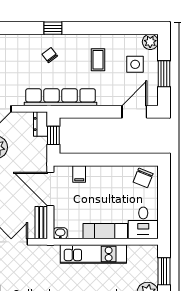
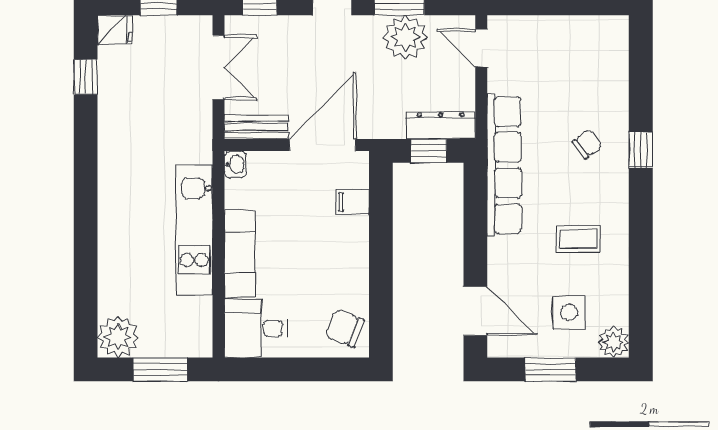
dresser: (41, 124) -> (441, 125), width x1.44

